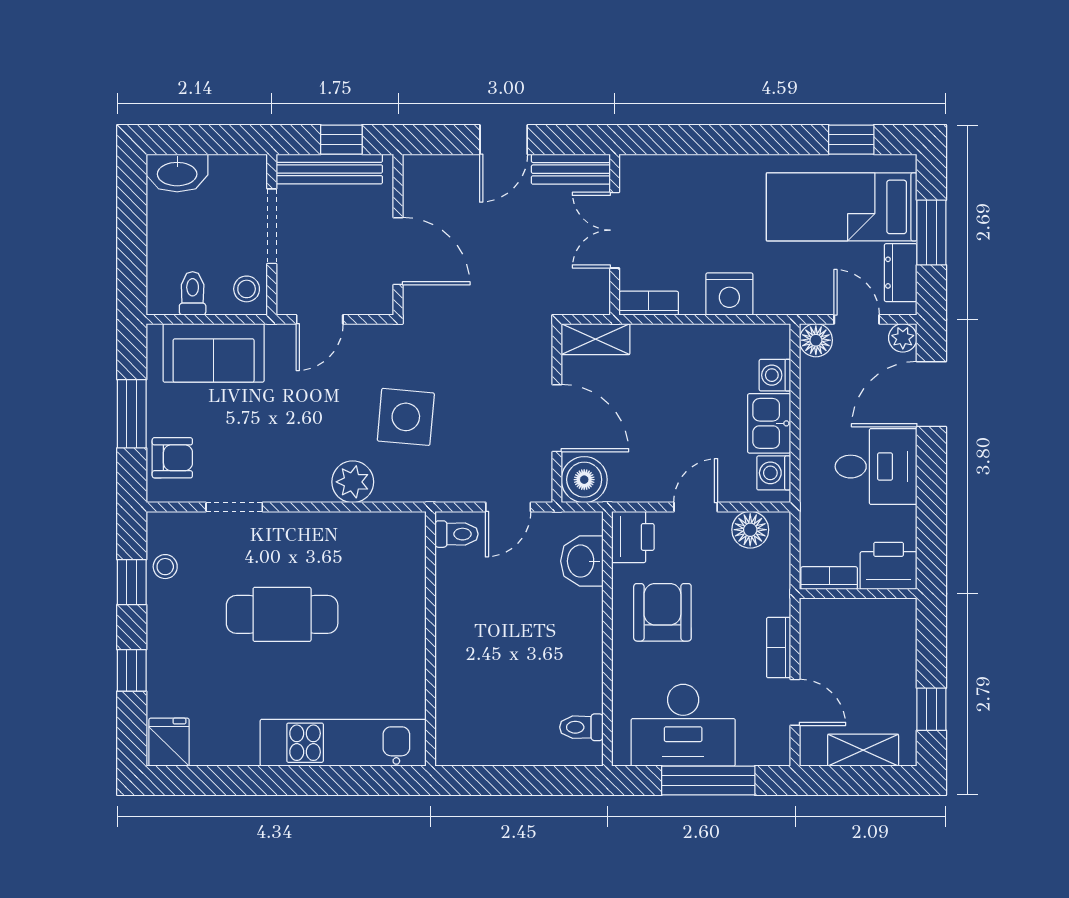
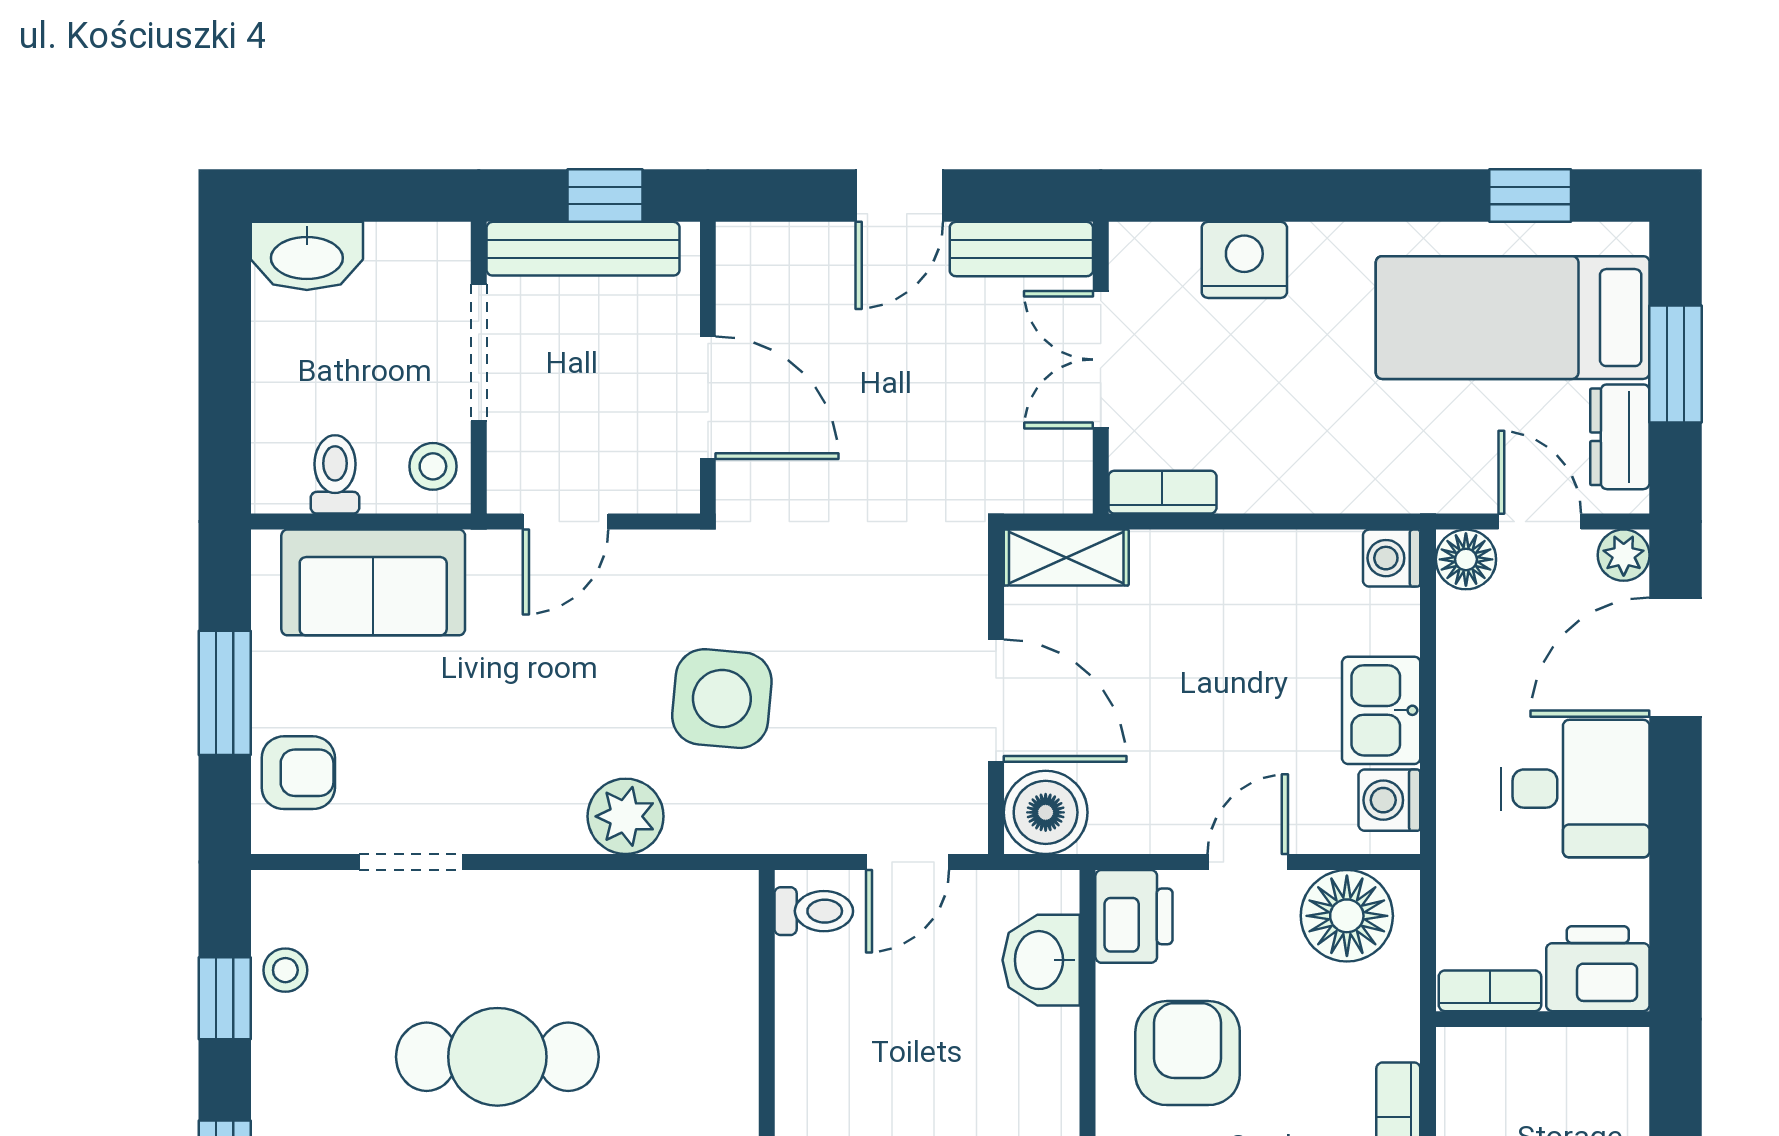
nightstand: (729, 294) -> (1244, 260), moved, turned 180
washing machine: (775, 375) -> (1392, 558), moved
floor lamp: (750, 530) -> (1347, 916), width x1.38, depth x1.38

